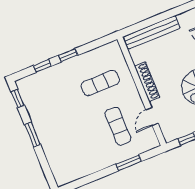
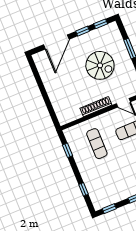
bench: (152, 32) -> (57, 103), removed
window: (68, 55) -> (67, 150), moved

